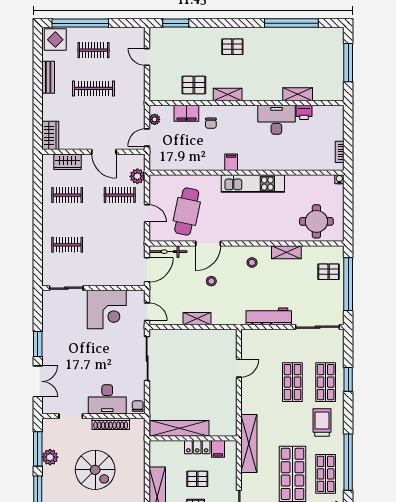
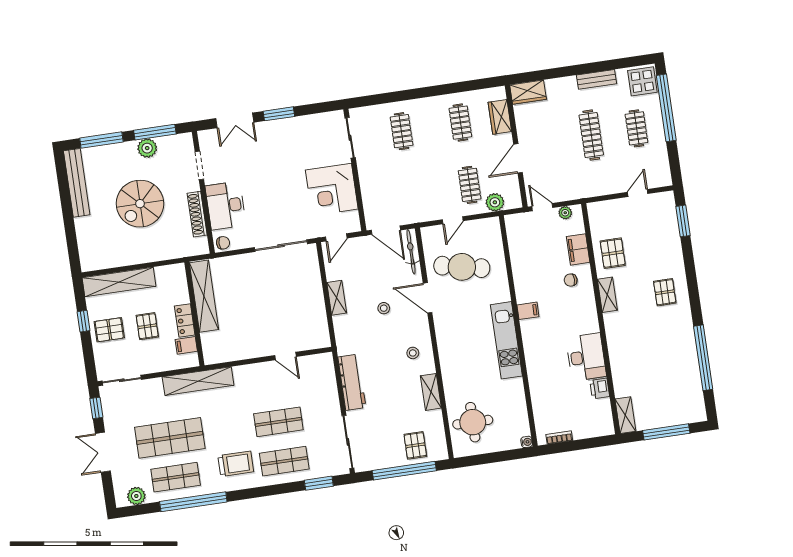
shelving: (298, 94) -> (625, 415), moved
window: (348, 379) -> (319, 483), moved

